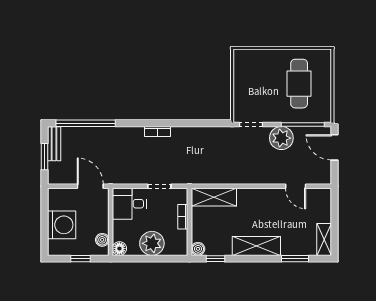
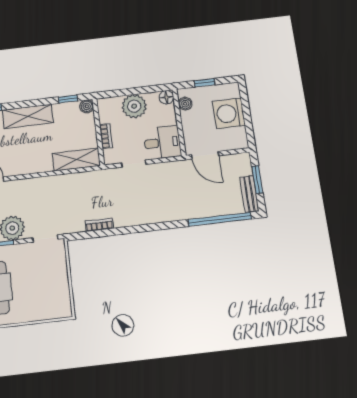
bookcase: (157, 131) -> (99, 225), moved

